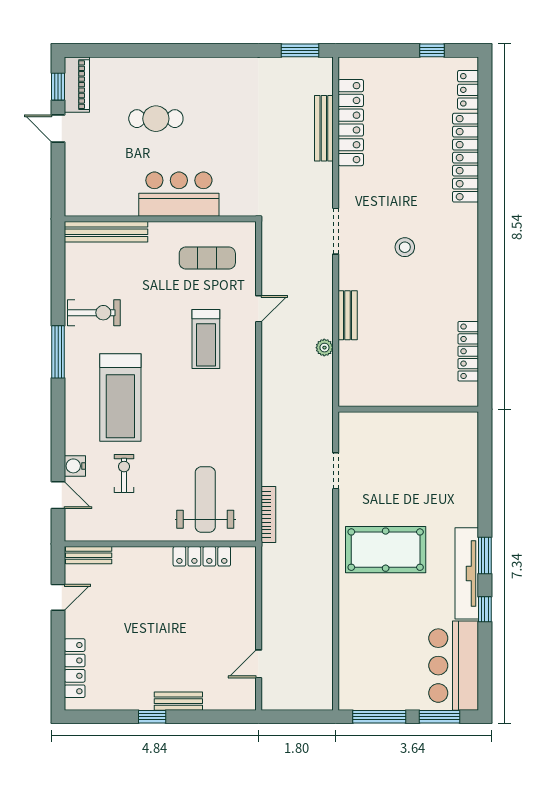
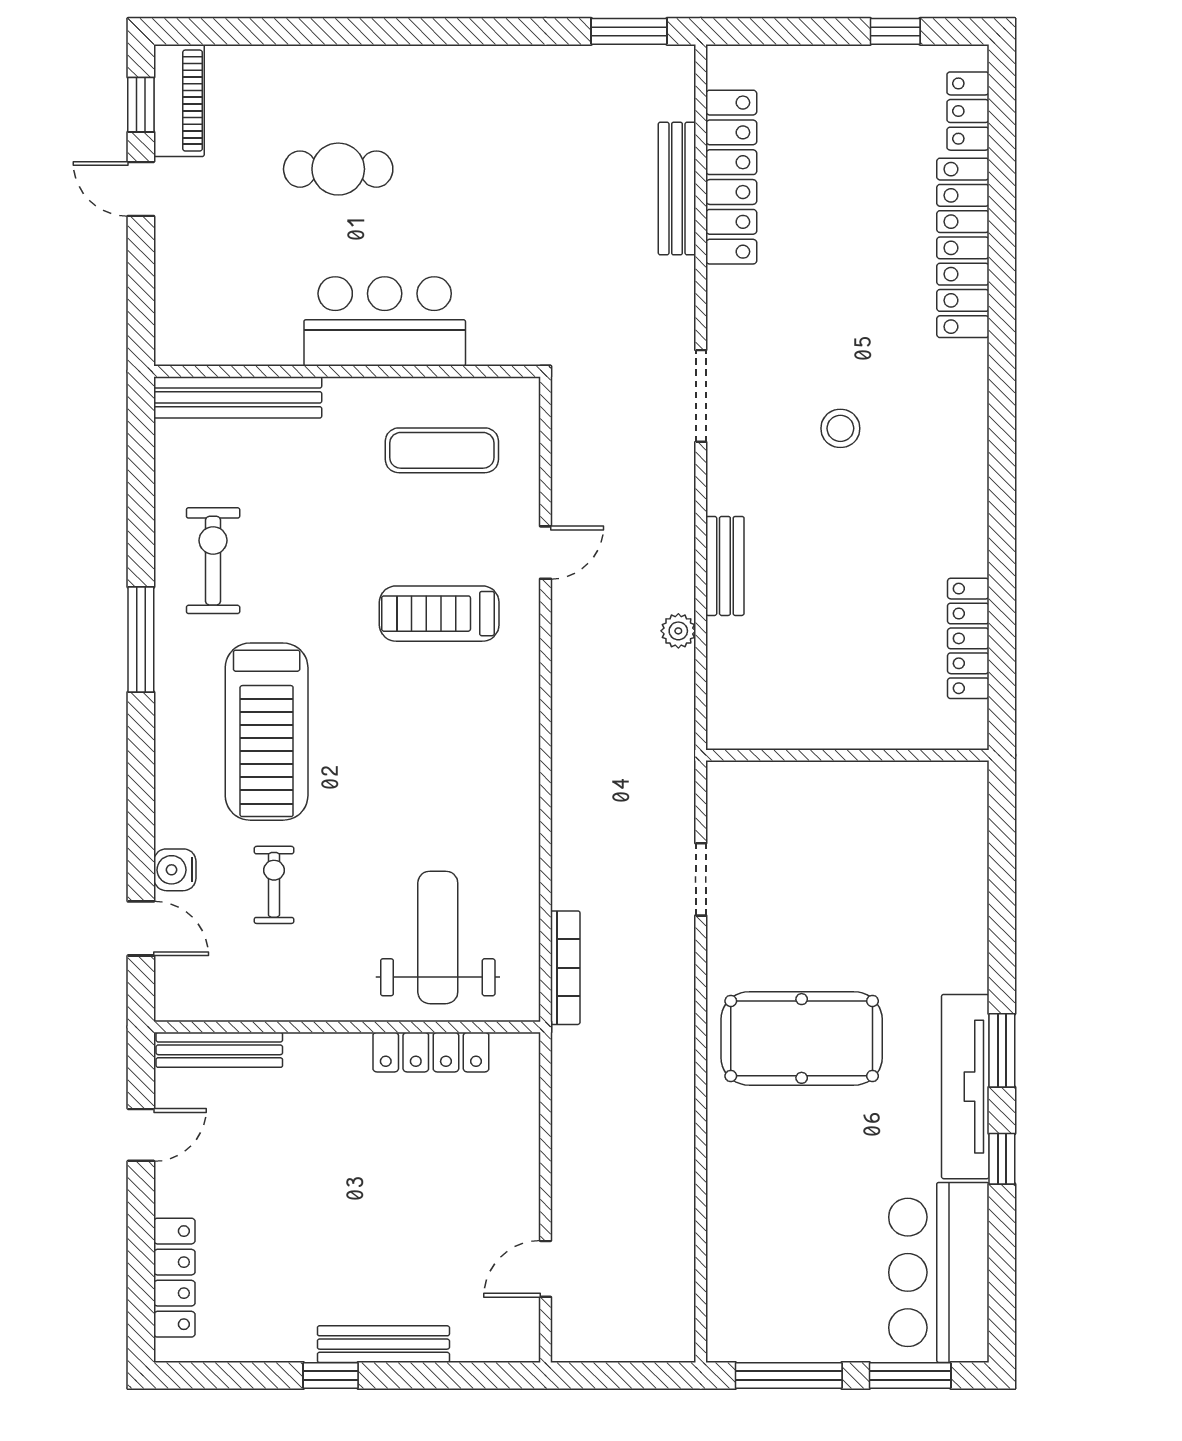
exercise bike: (94, 313) -> (213, 561), turned -90
treadmill: (206, 339) -> (439, 614), turned 90
bench: (89, 555) -> (219, 1050), width x1.36
bench: (178, 701) -> (383, 1344), width x1.36

